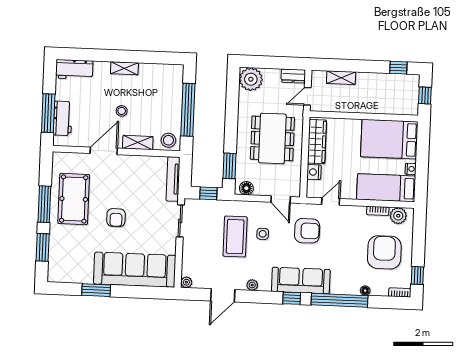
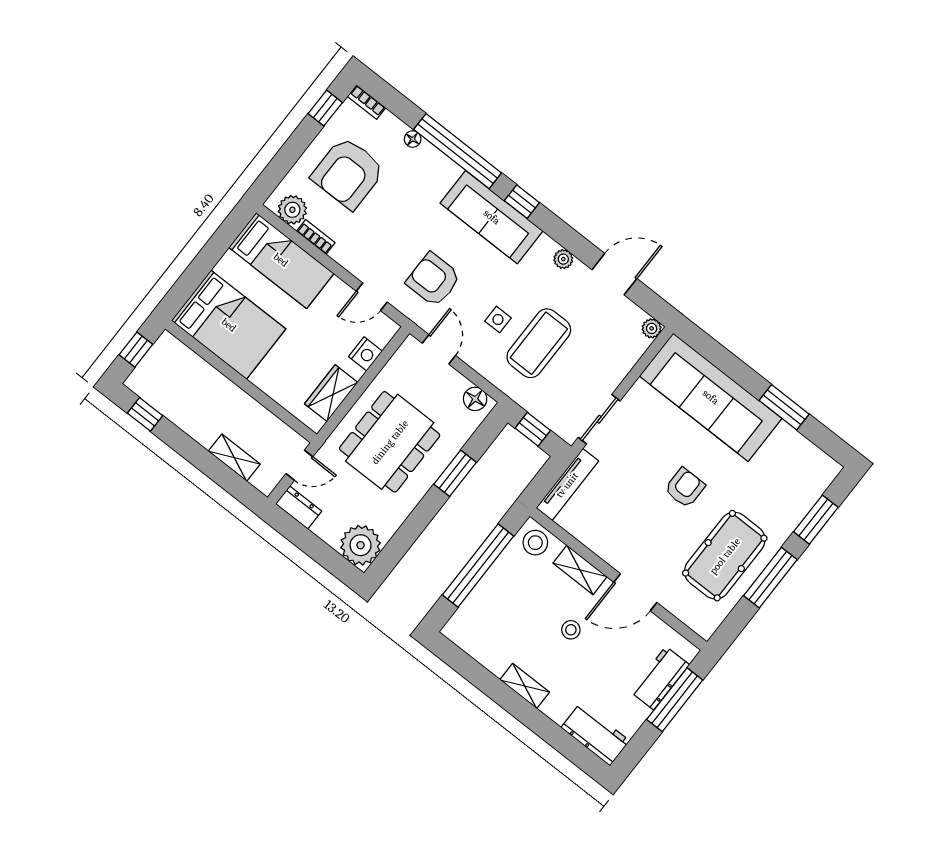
wardrobe: (317, 142) -> (331, 393), width x0.67
window: (230, 166) -> (455, 473), moved
nightstand: (411, 169) -> (229, 262), removed

